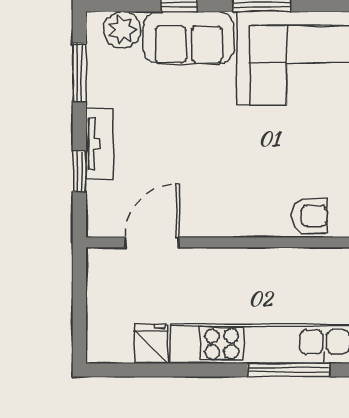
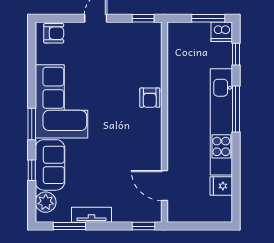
tv unit: (99, 144) -> (91, 215), moved
window: (79, 171) -> (143, 226), moved
armchair: (309, 216) -> (150, 98), turned 180

